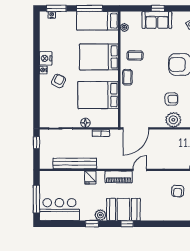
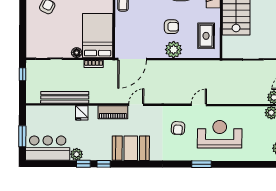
bed: (98, 95) -> (98, 36), moved, turned 90
window: (36, 199) -> (22, 136), width x0.69
booth: (123, 209) -> (131, 148), moved
plant: (100, 215) -> (77, 154), moved
window: (127, 224) -> (104, 164), moved

